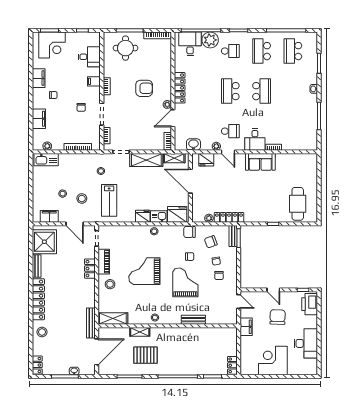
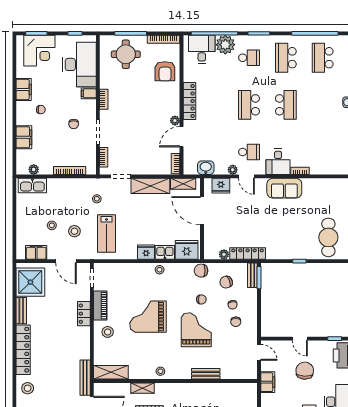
desk: (89, 57) -> (79, 64), width x1.87, depth x1.30
armchair: (144, 88) -> (165, 71), moved, turned 90

